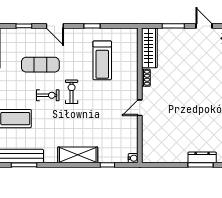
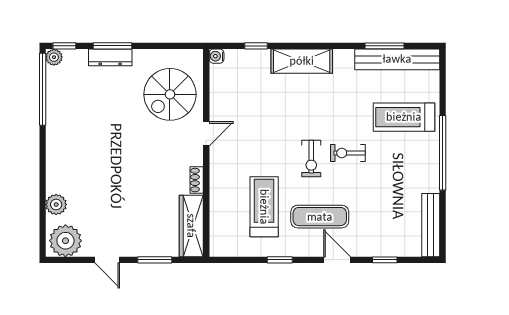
exercise mat: (40, 65) -> (320, 217), moved
spiral stairs: (163, 133) -> (170, 94), added

